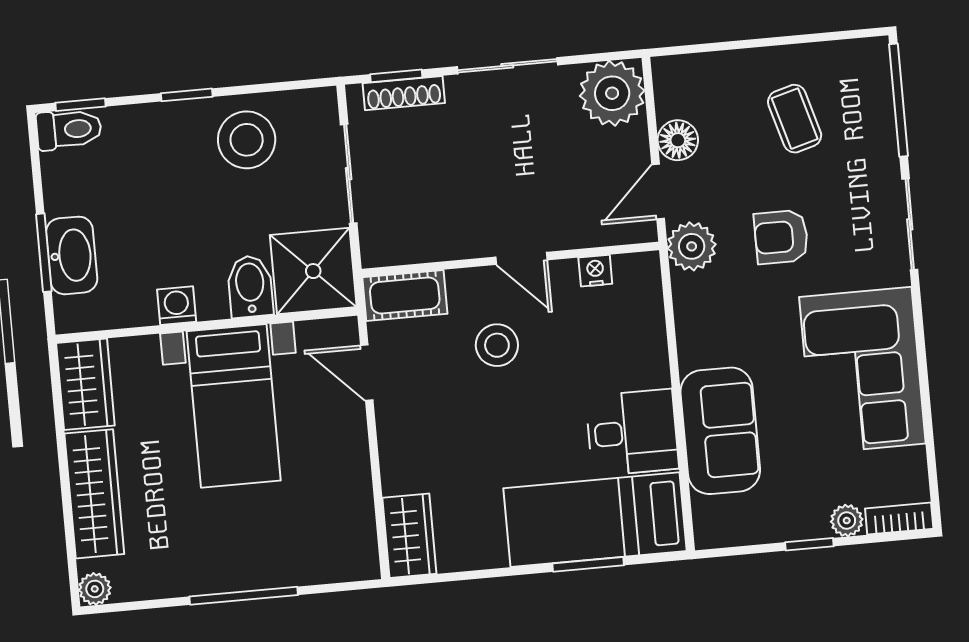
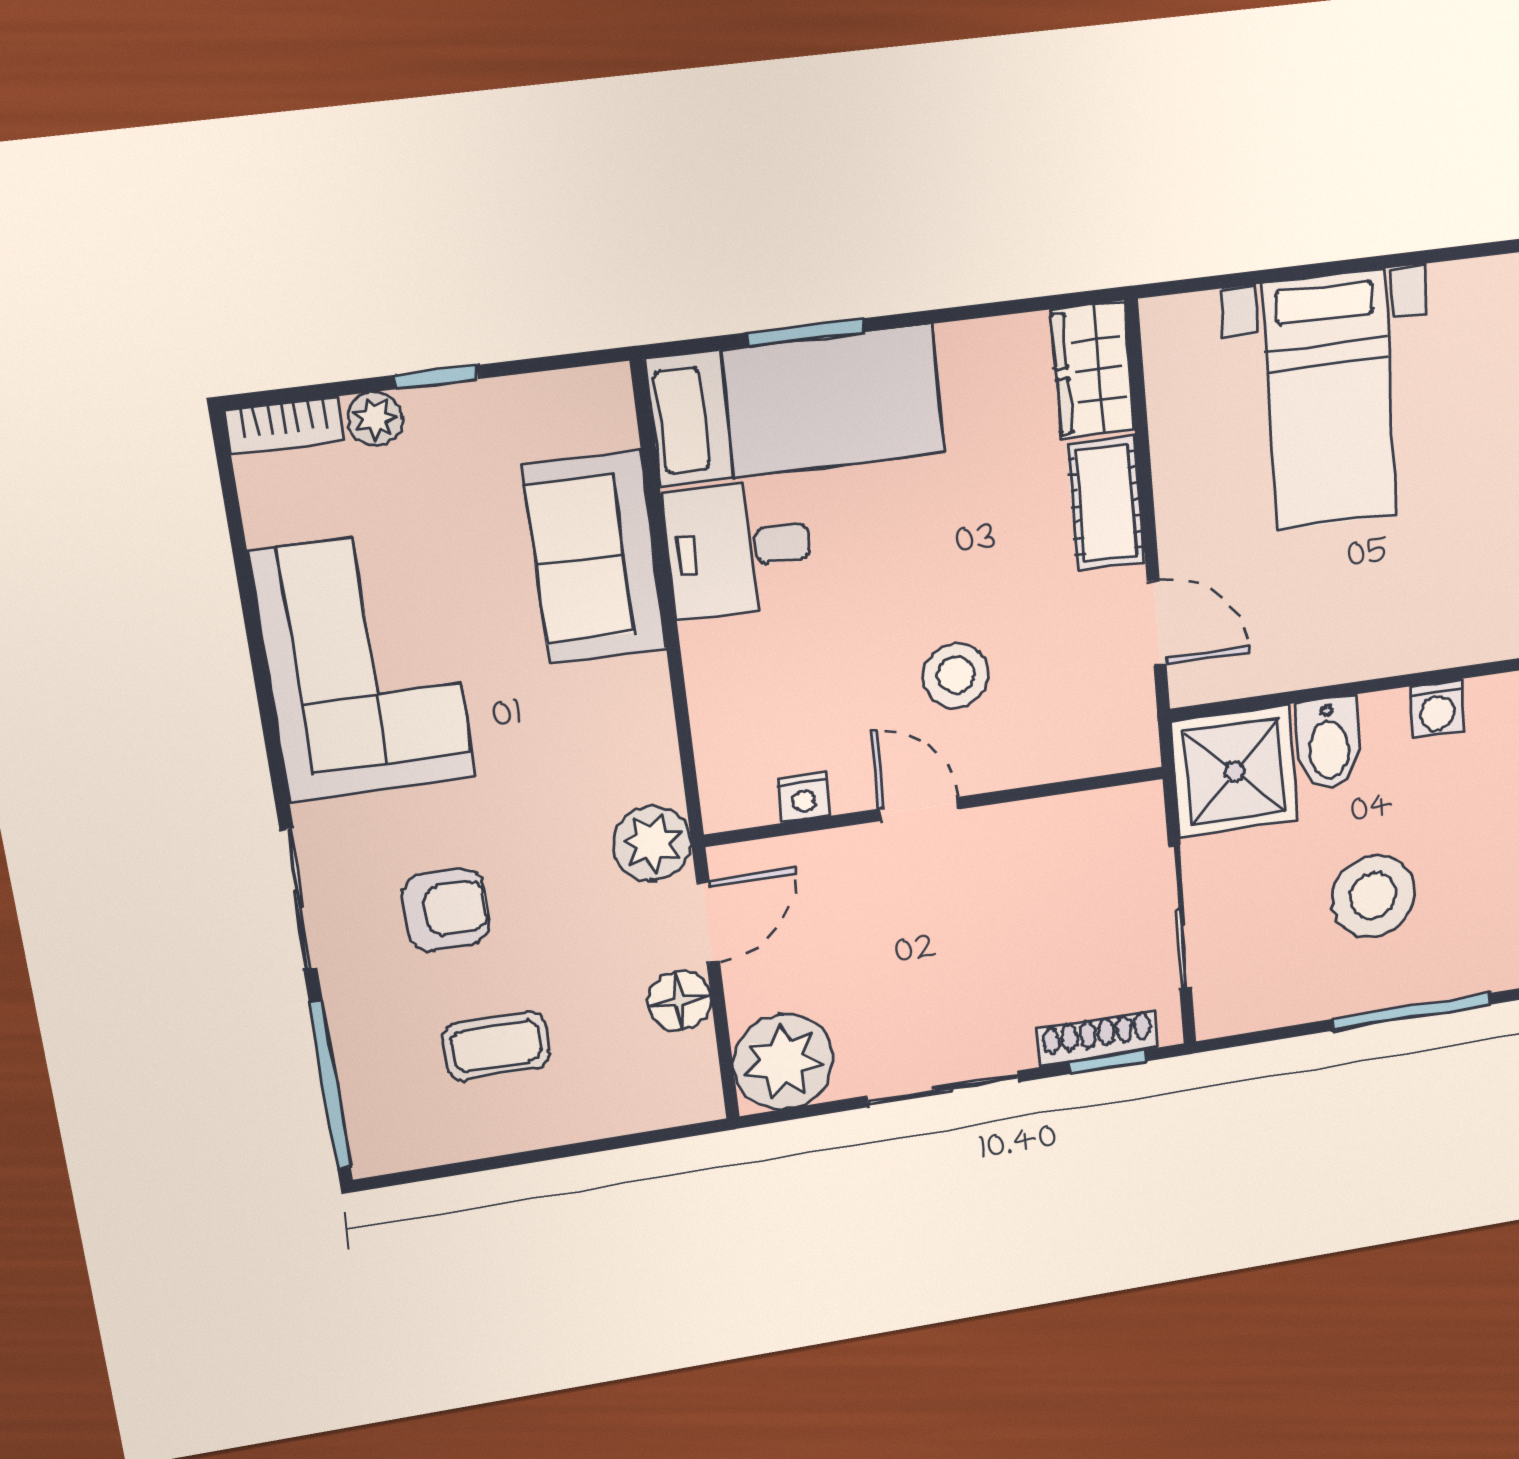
window: (187, 95) -> (1411, 1012), width x2.17
coffee table: (795, 119) -> (496, 1046), turned -74
stool: (247, 140) -> (1373, 896), moved
armchair: (781, 237) -> (446, 910), moved
cot: (405, 295) -> (1106, 503), moved, turned 90
bed with nightstands: (234, 406) -> (1330, 401), moved, turned 180
window: (244, 596) -> (1352, 266), removed

